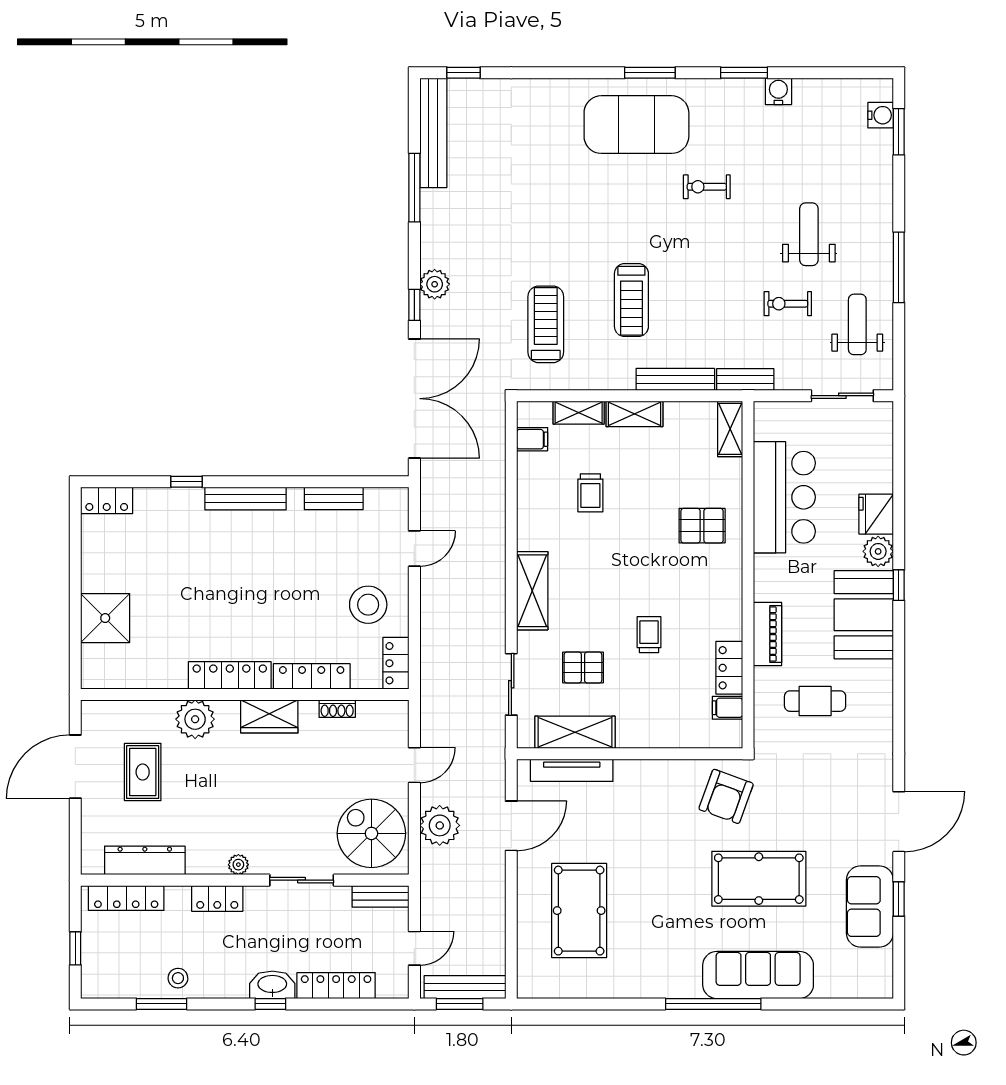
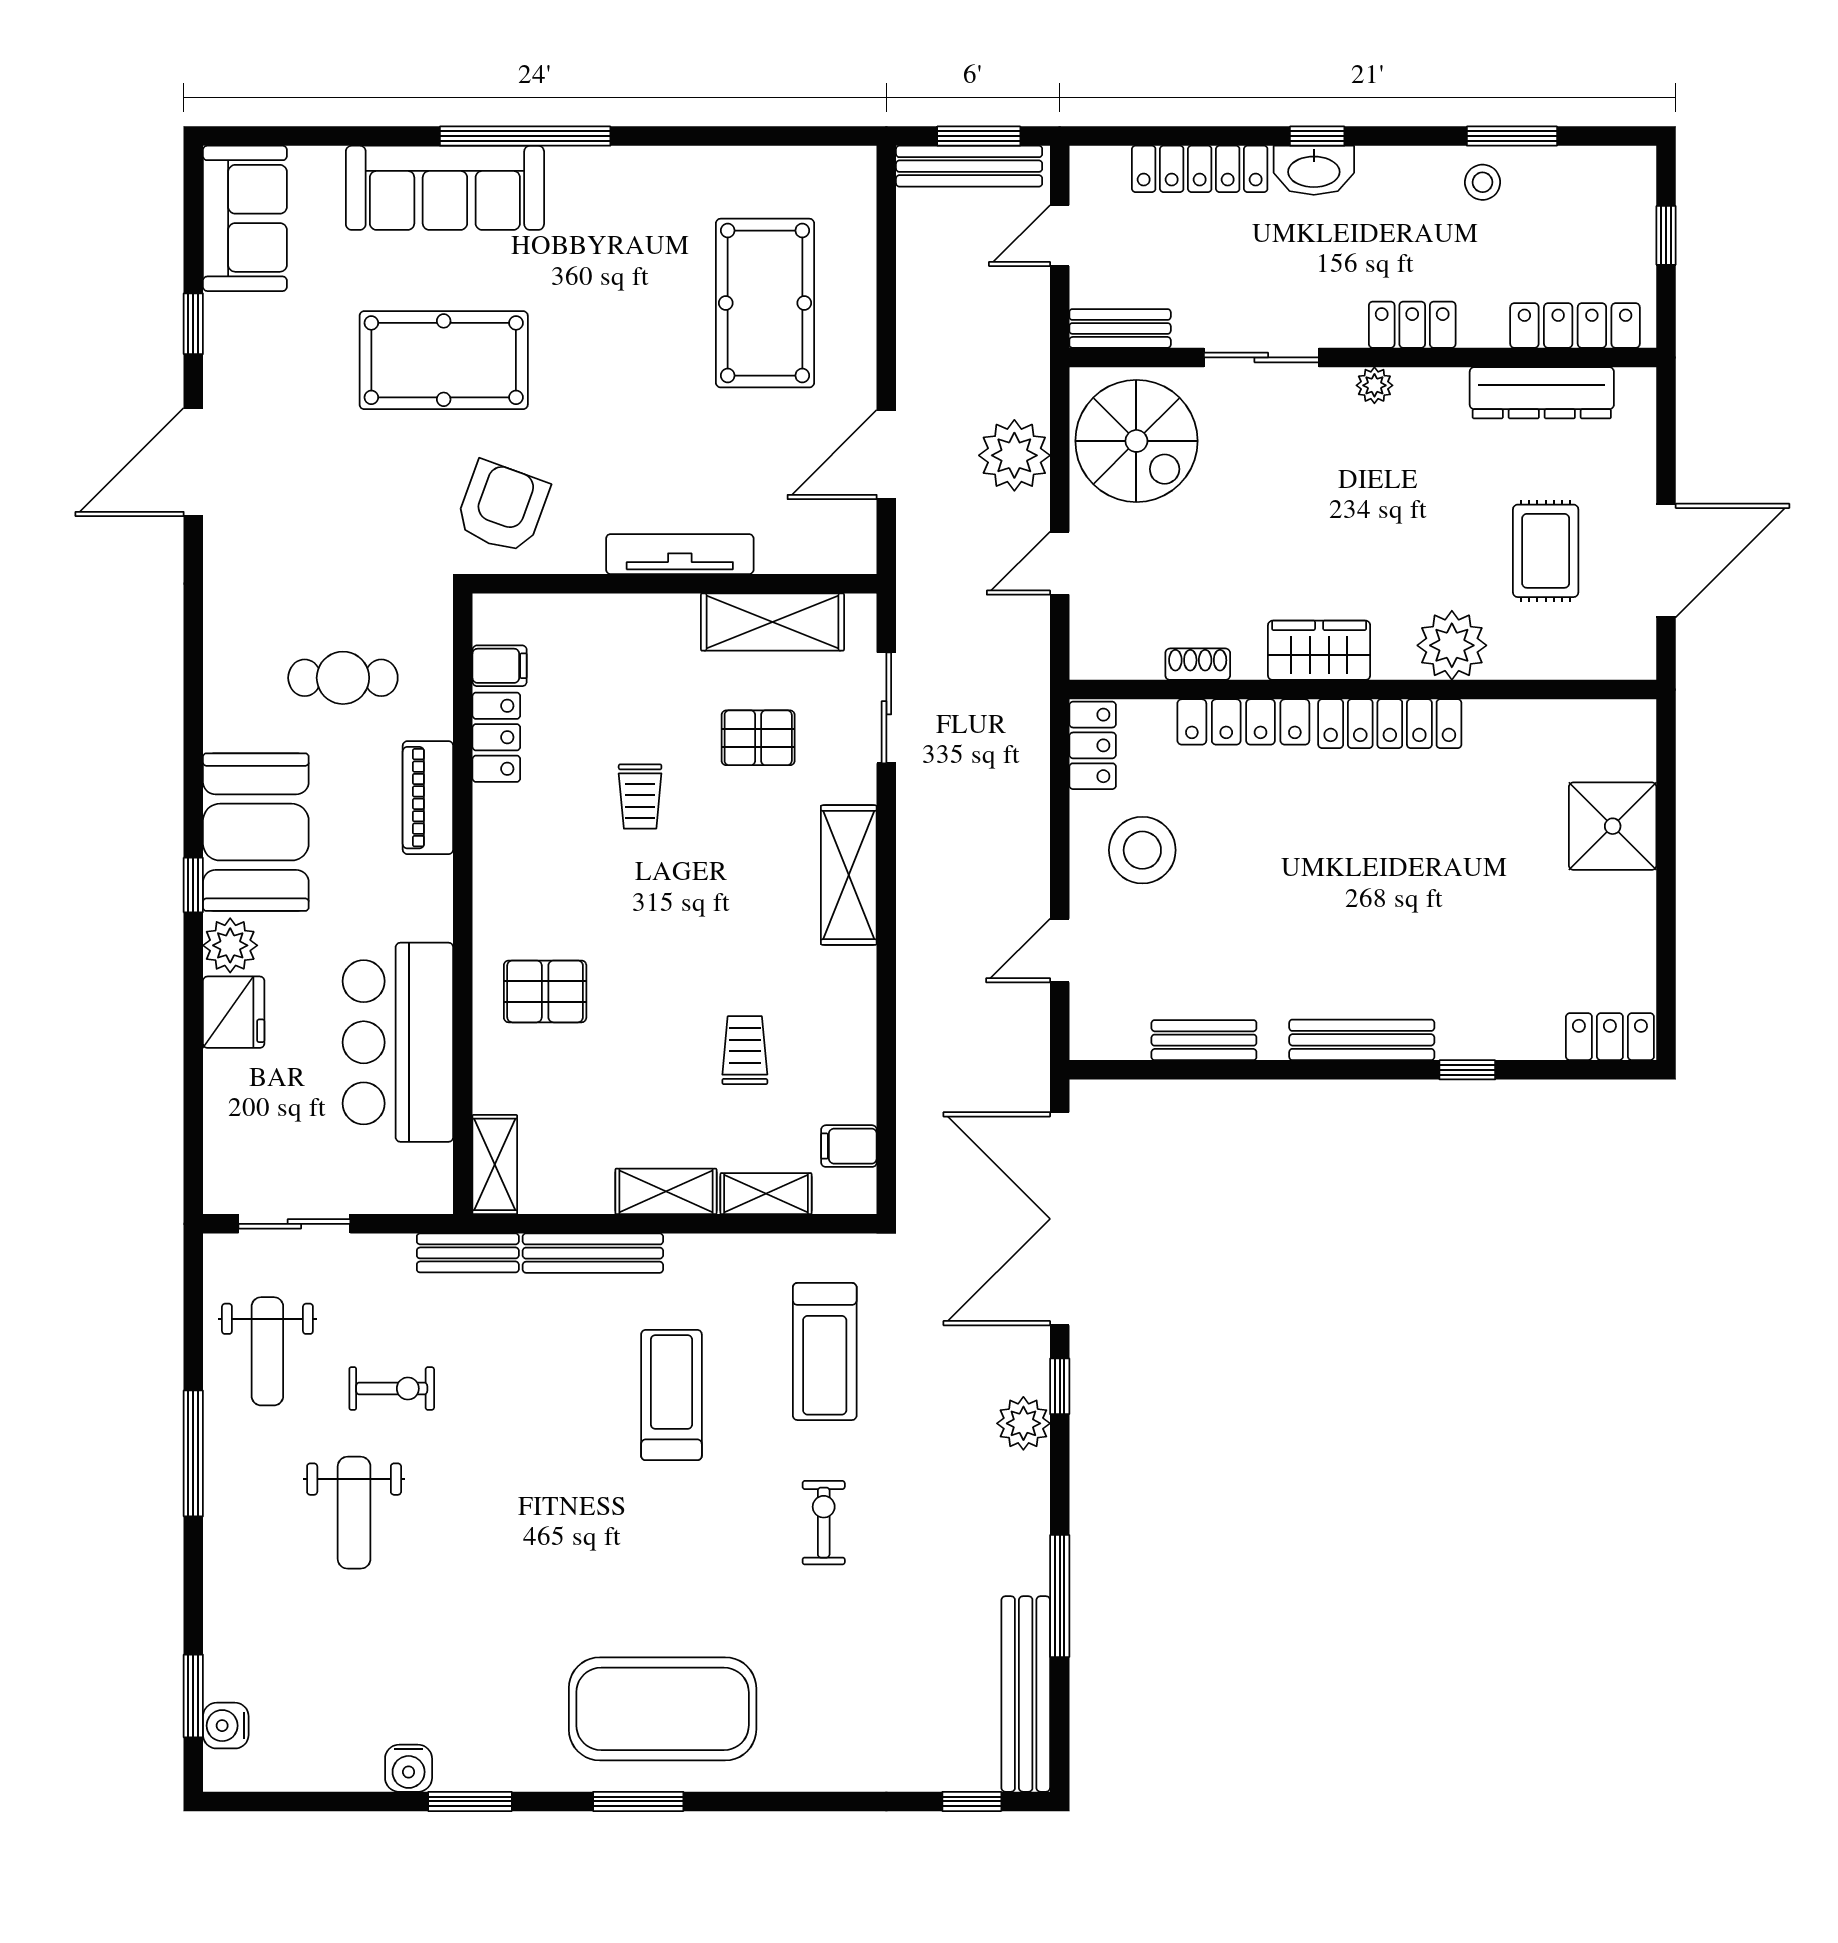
exercise bike: (707, 187) -> (824, 1523), moved, turned -90
tv unit: (572, 770) -> (680, 554), moved
sofa: (870, 906) -> (245, 218), moved

